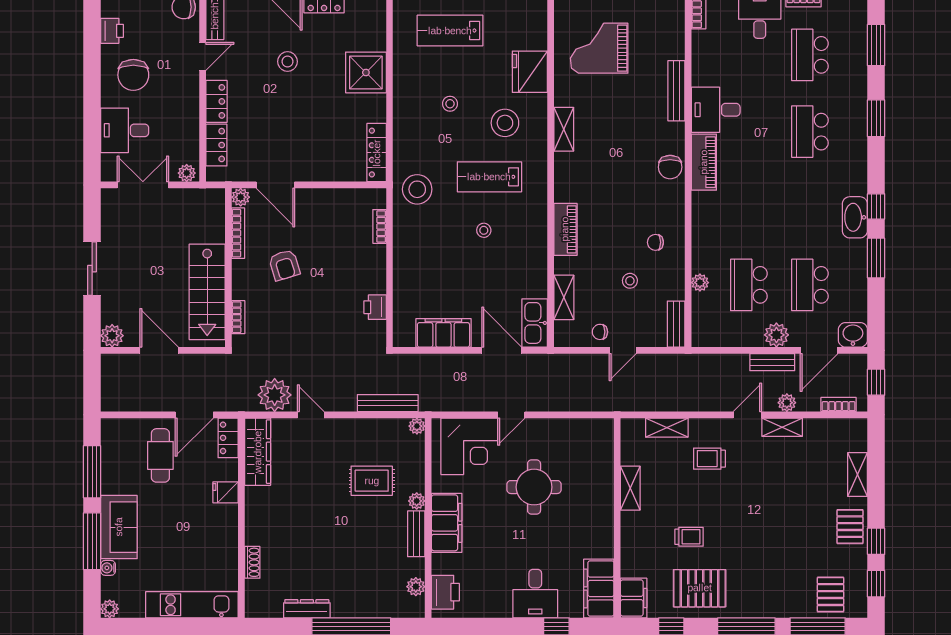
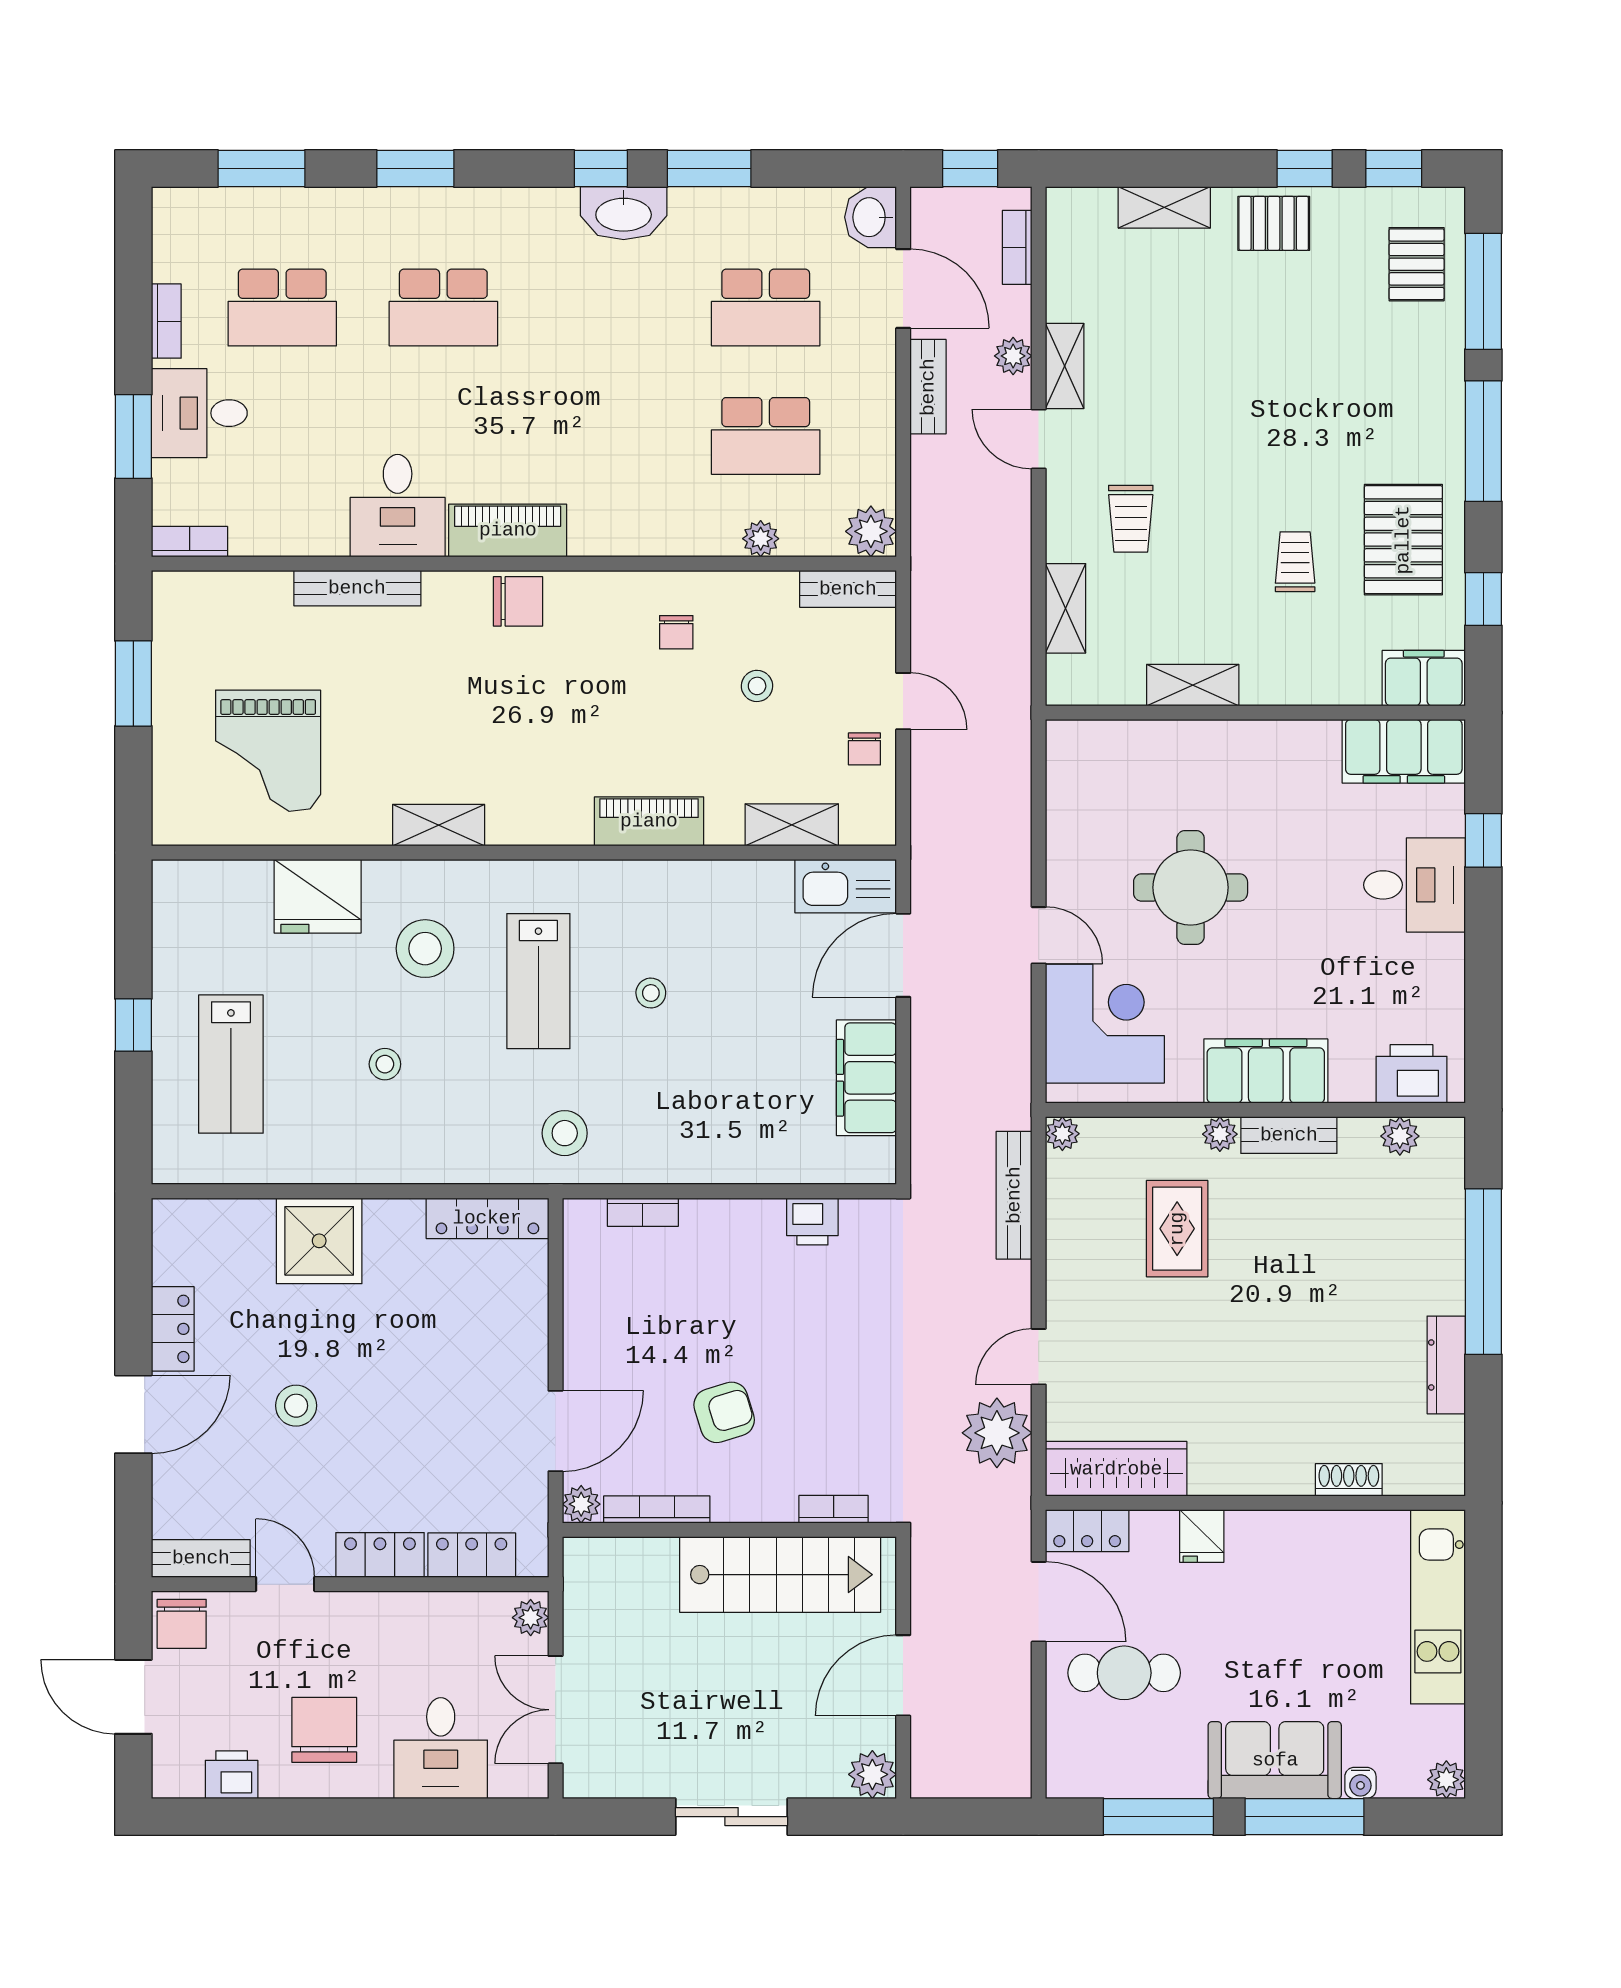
chair: (133, 75) -> (324, 1730), turned -90
stool: (417, 189) -> (565, 1133), width x0.73, depth x0.73
plant: (776, 335) -> (871, 531), moved
pallet: (831, 595) -> (1417, 264), turned 90

